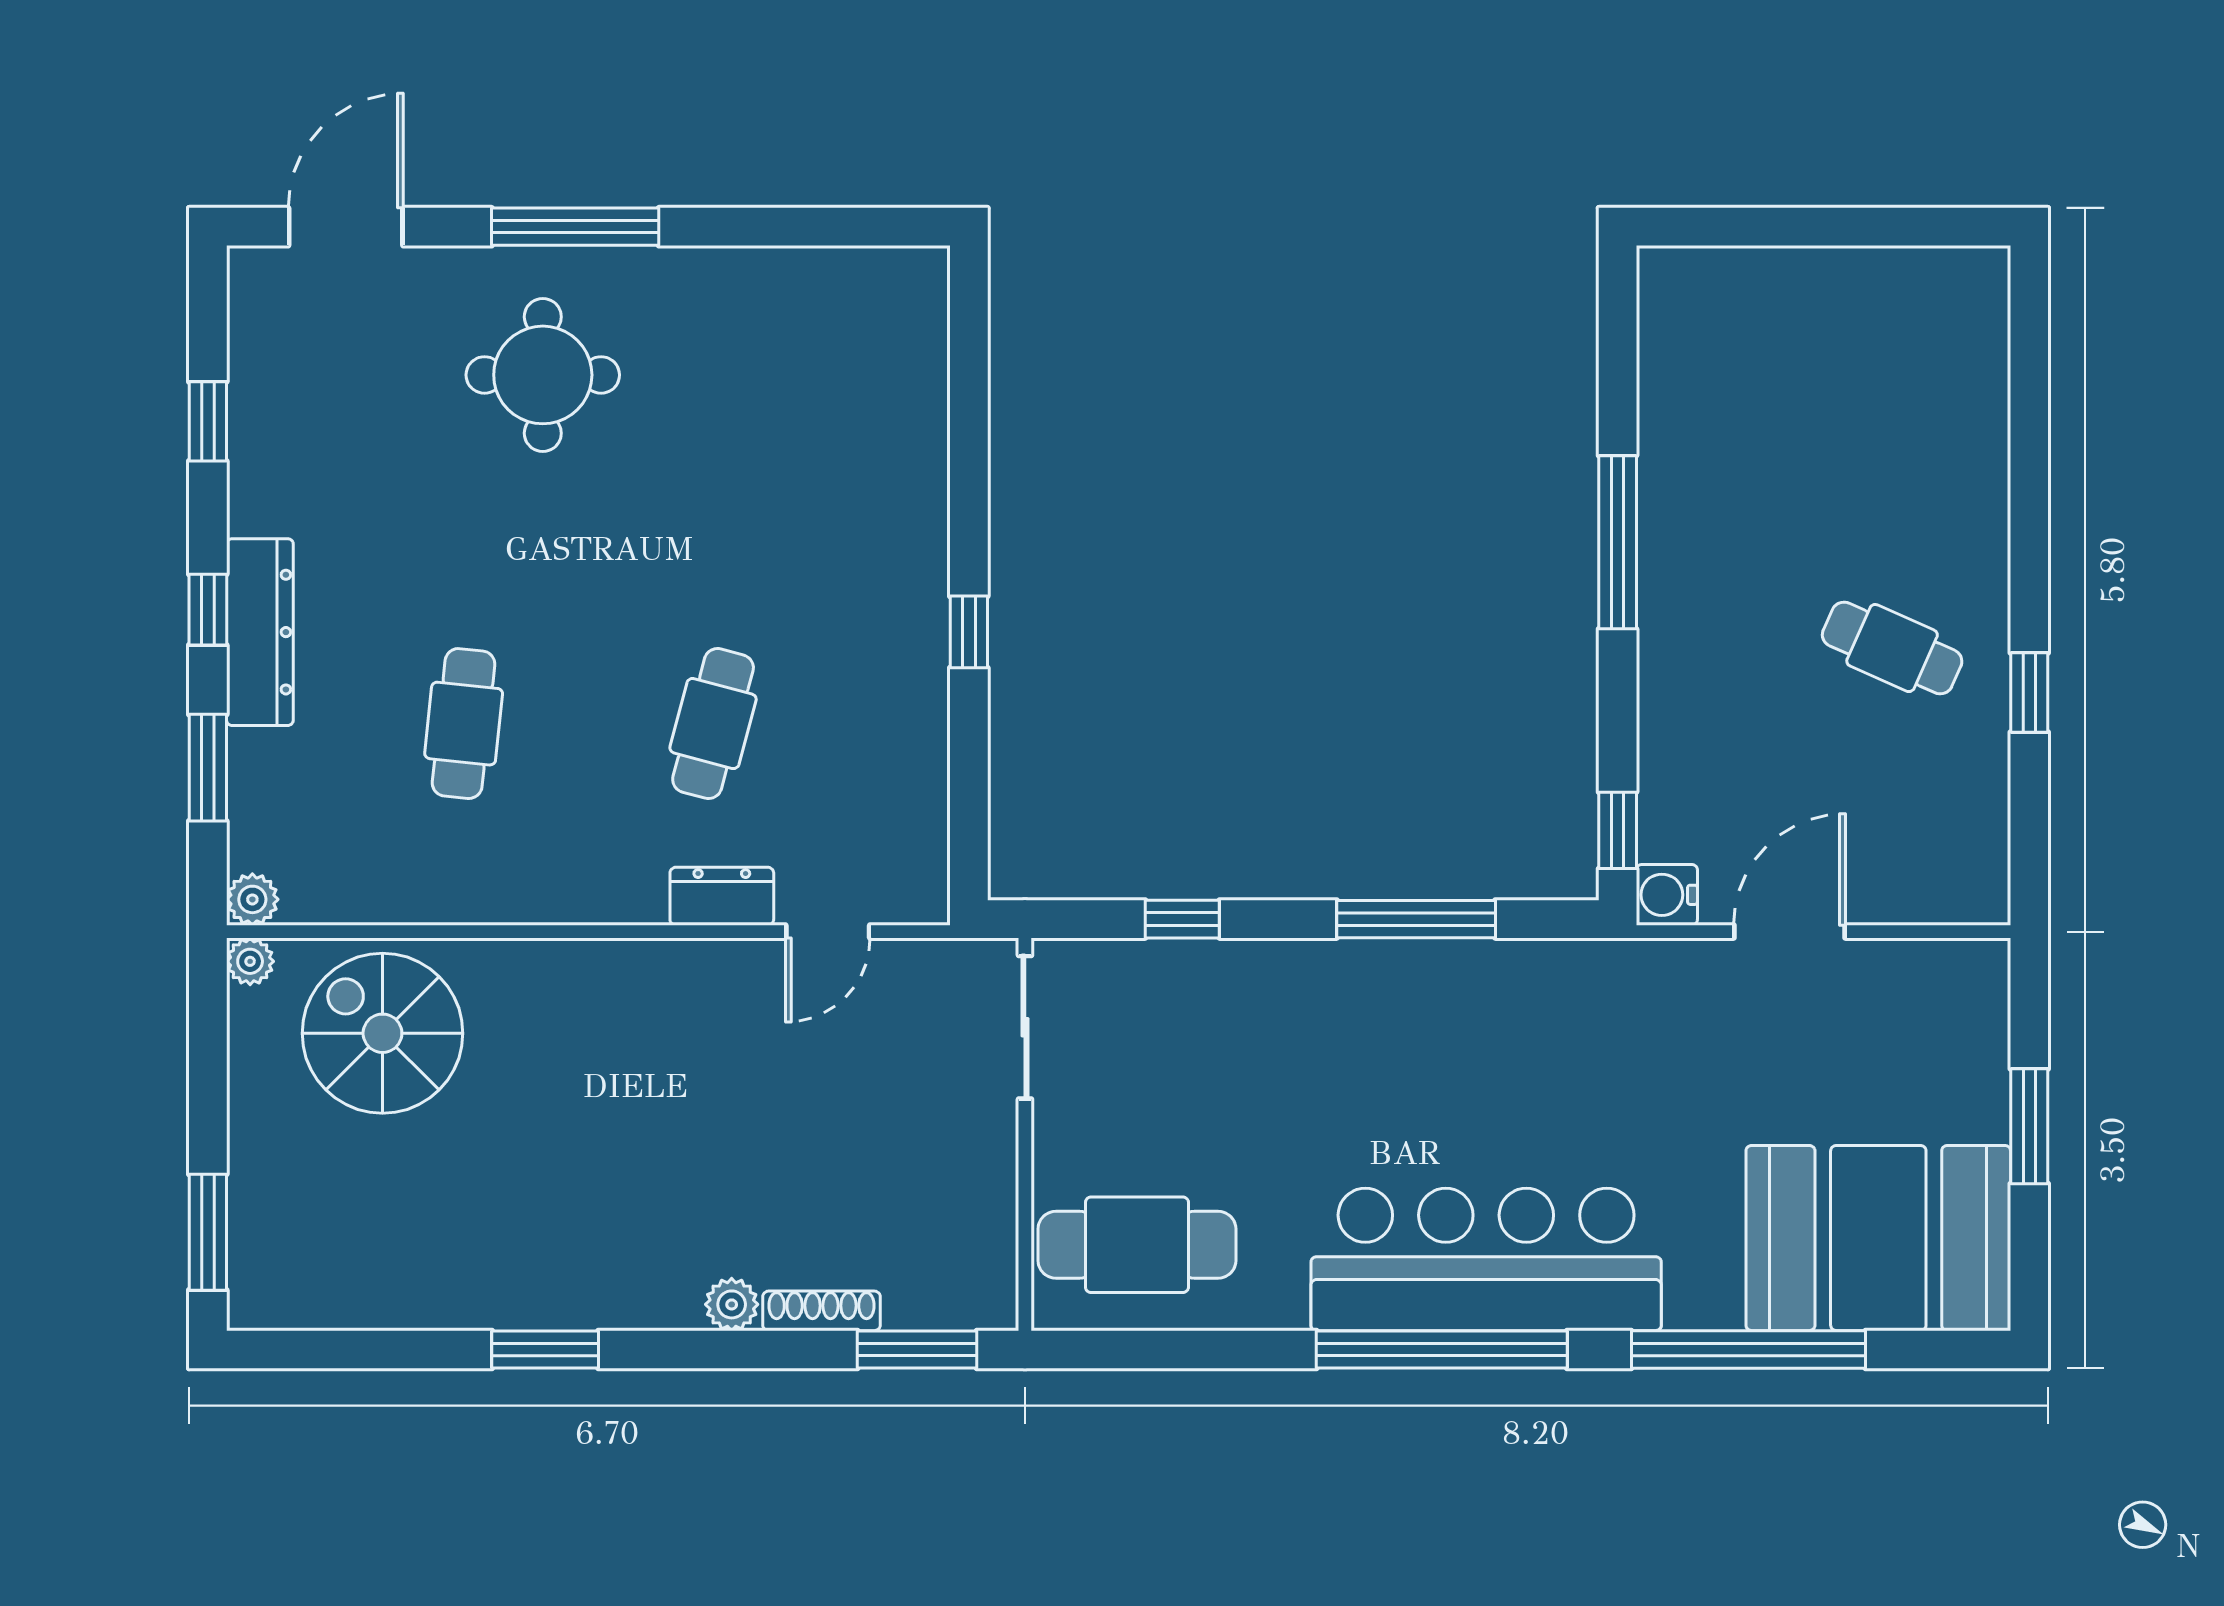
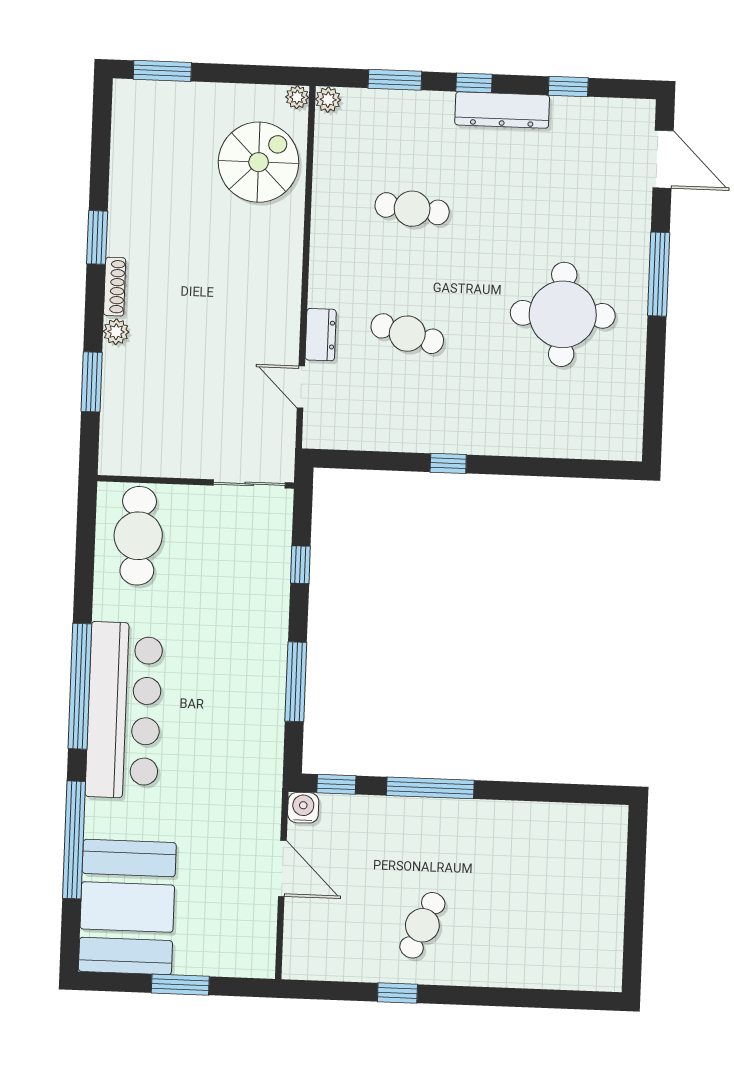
round table: (543, 375) -> (563, 314), moved, width x1.36, depth x1.36
window: (1618, 542) -> (430, 788), moved
dresser: (260, 632) -> (502, 110), moved
shoe rack: (822, 1311) -> (115, 287), moved
window: (917, 1349) -> (92, 382), moved

